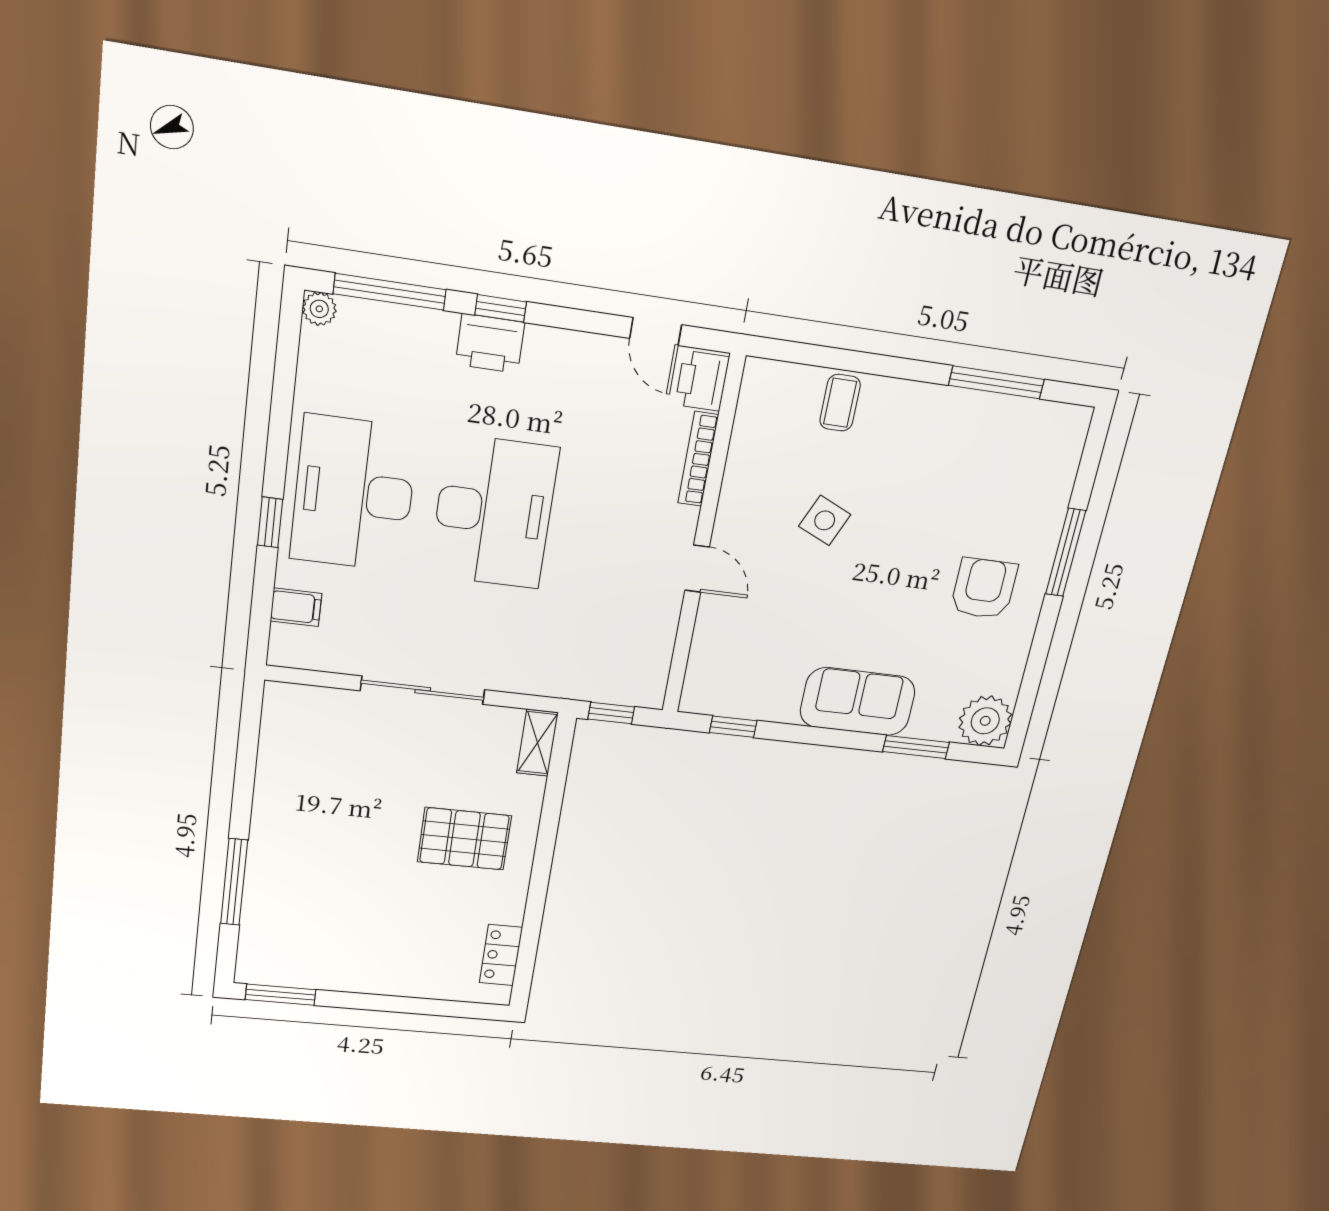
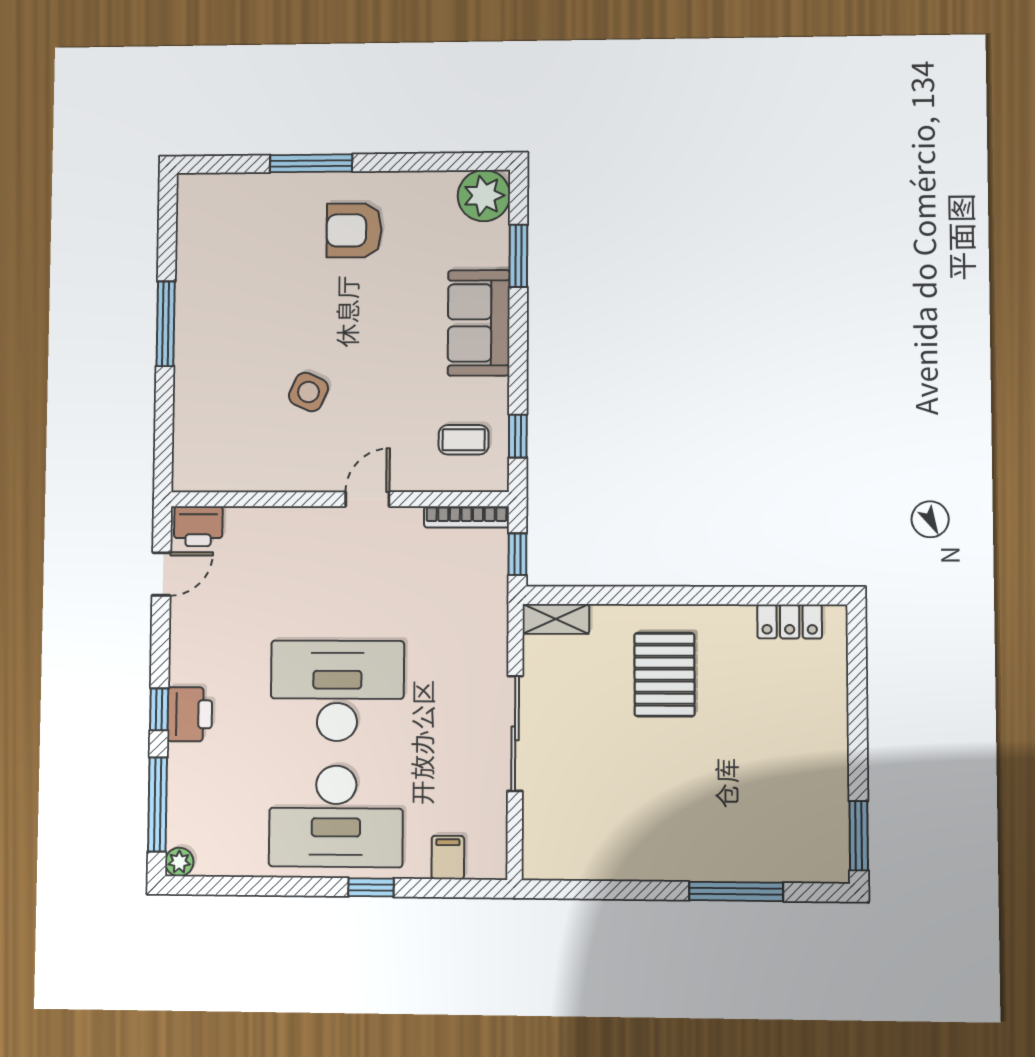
window: (996, 382) -> (166, 324), moved
coffee table: (840, 403) -> (464, 440), moved
bookcase: (698, 459) -> (466, 517), moved

